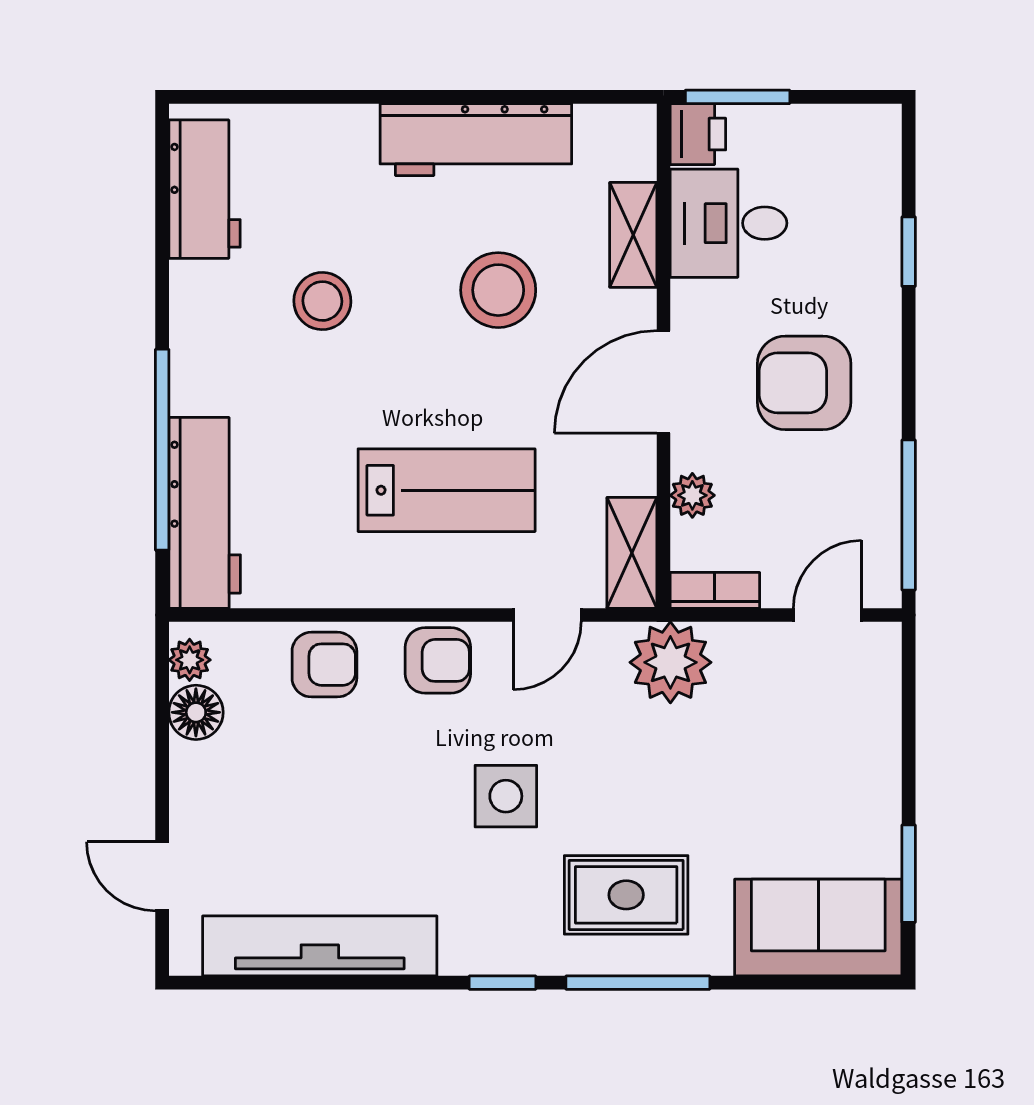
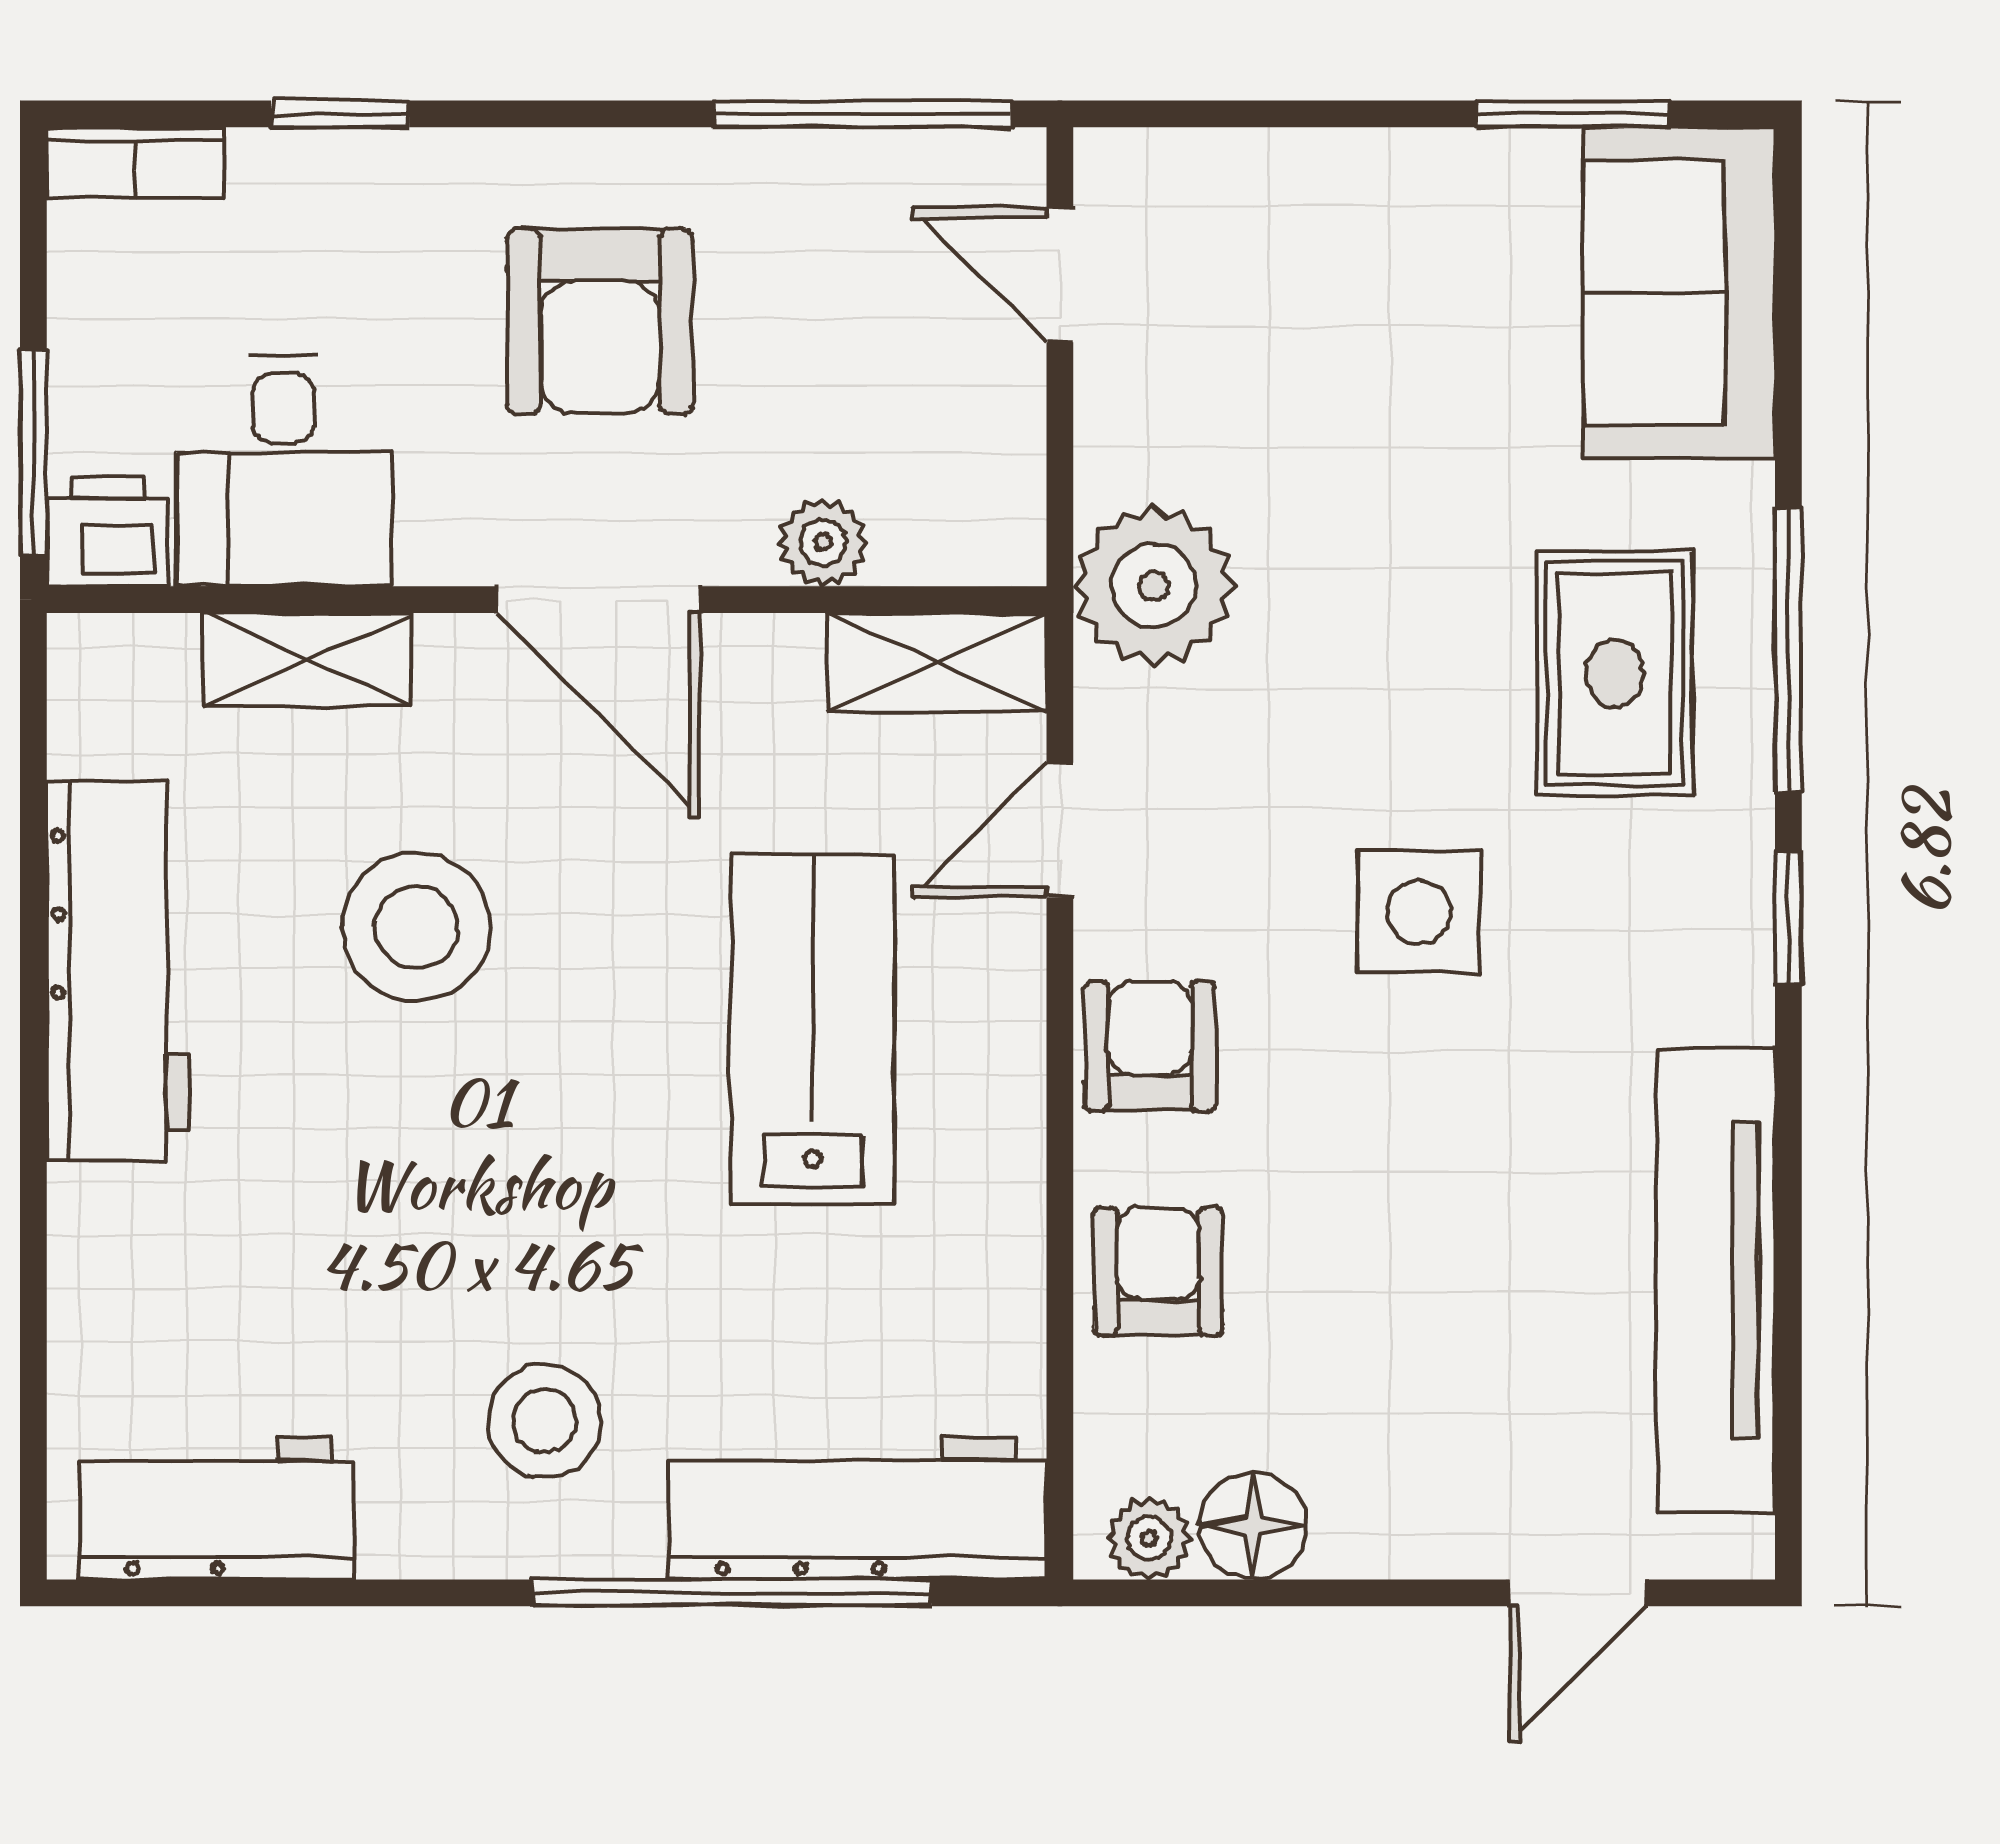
stool: (322, 301) -> (544, 1421), moved
bookcase: (715, 590) -> (135, 163), moved, turned -90
door: (547, 615) -> (1060, 830), swing flipped

